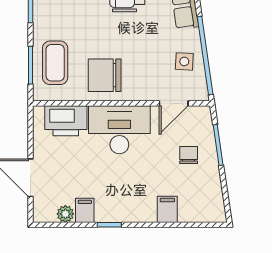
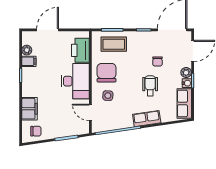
side table: (184, 61) -> (108, 96), moved
chair: (189, 155) -> (36, 131), moved
filing cabinet: (167, 209) -> (29, 109), width x2.00

